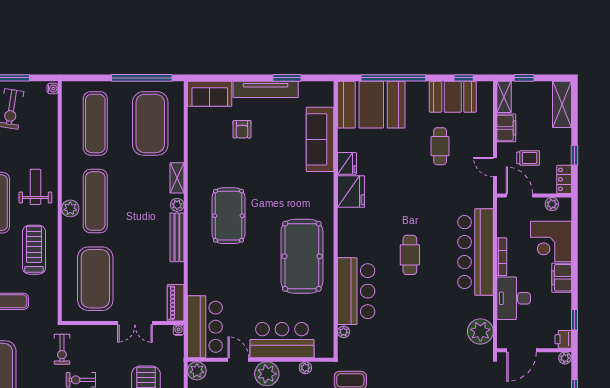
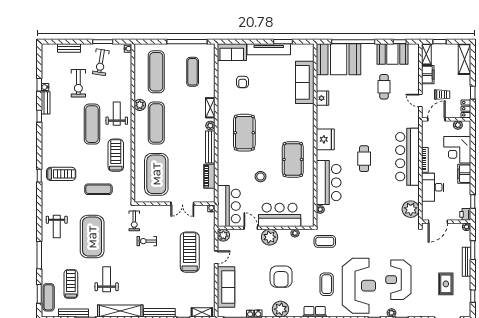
exercise mat: (150, 123) -> (193, 72), width x0.50, depth x0.69
armchair: (242, 129) -> (243, 82), moved
fridge: (351, 191) -> (325, 139), moved
door: (519, 196) -> (436, 119), hinge flipped
plant: (70, 208) -> (140, 105), moved
pool table: (302, 256) -> (293, 159), width x0.73, depth x0.76
stool: (253, 282) -> (261, 177), added
piano: (176, 303) -> (209, 176), moved

